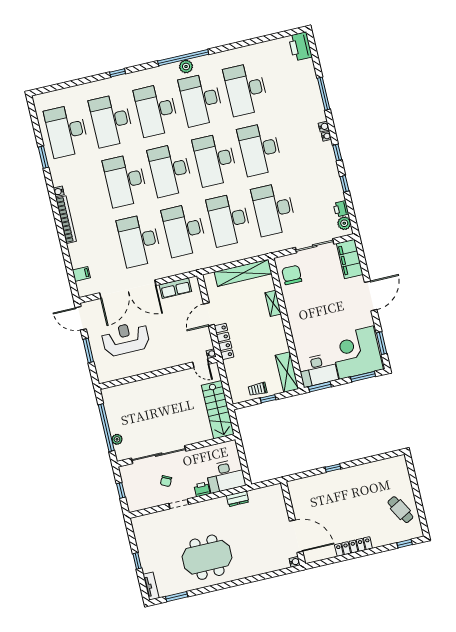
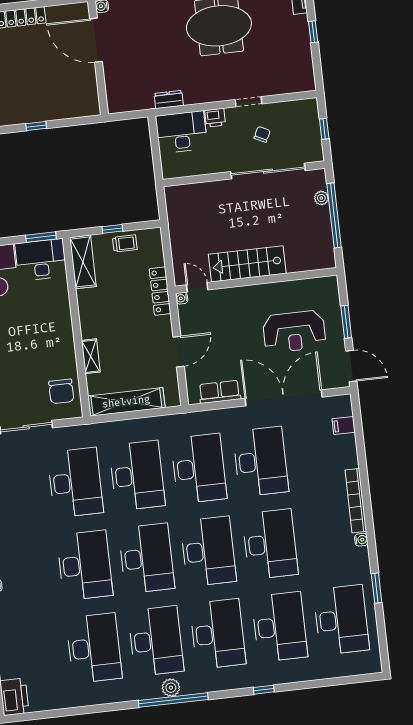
locker: (224, 341) -> (160, 291), moved
stairs: (218, 410) -> (247, 264), moved, turned -90

